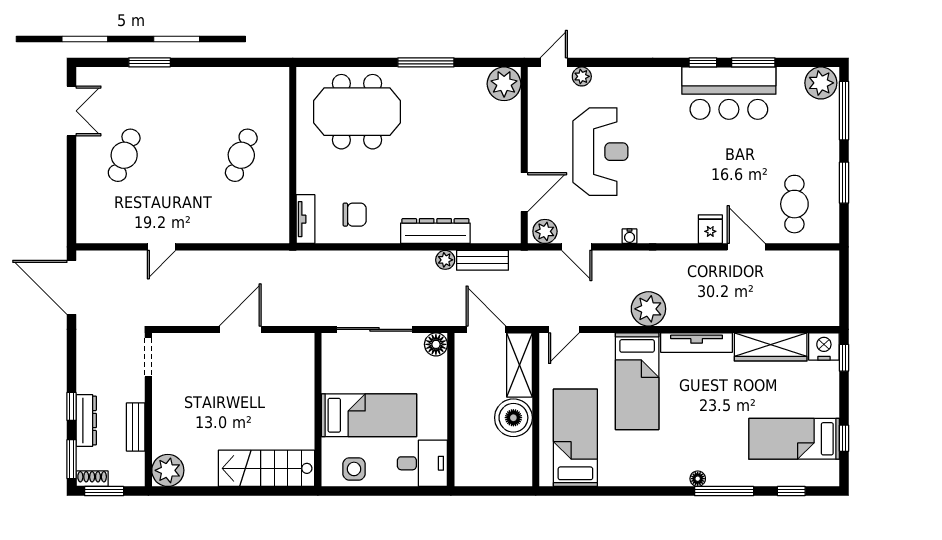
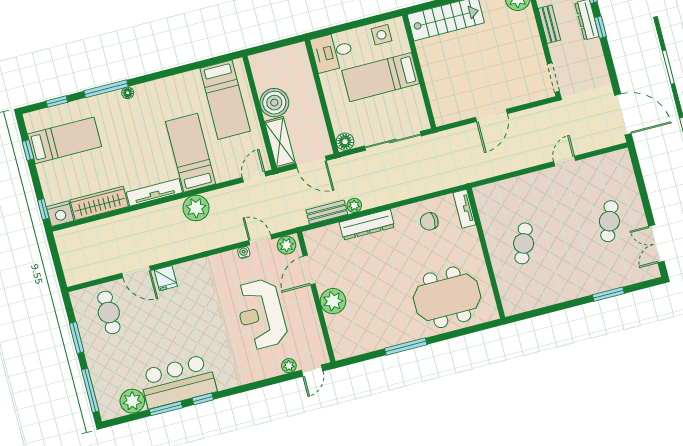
plant: (821, 83) -> (132, 401), moved
plant: (504, 84) -> (333, 301), moved
water cooler: (630, 236) -> (244, 252), moved

